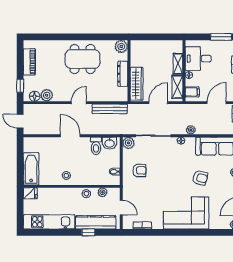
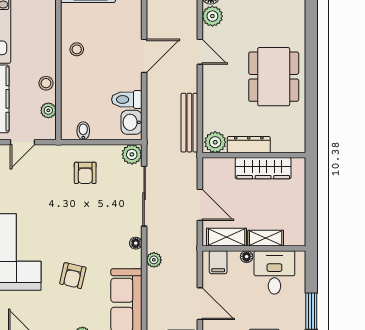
plant: (121, 46) -> (215, 142), moved
wardrobe: (137, 84) -> (263, 168), moved
door: (79, 103) -> (200, 52), moved

